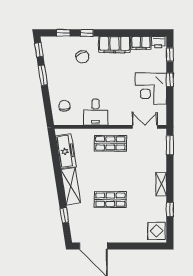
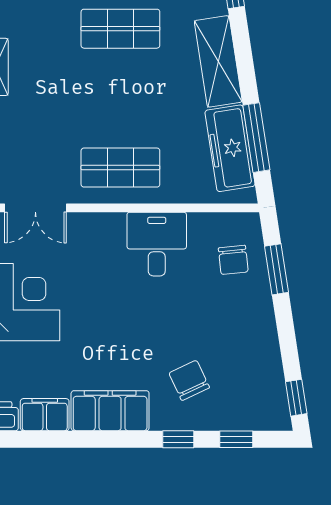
window: (43, 75) -> (277, 269), moved
window: (55, 155) -> (256, 138), added

